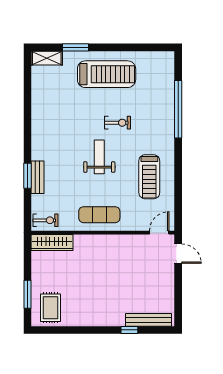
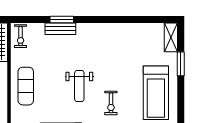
weight bench: (99, 157) -> (79, 86), turned 90

